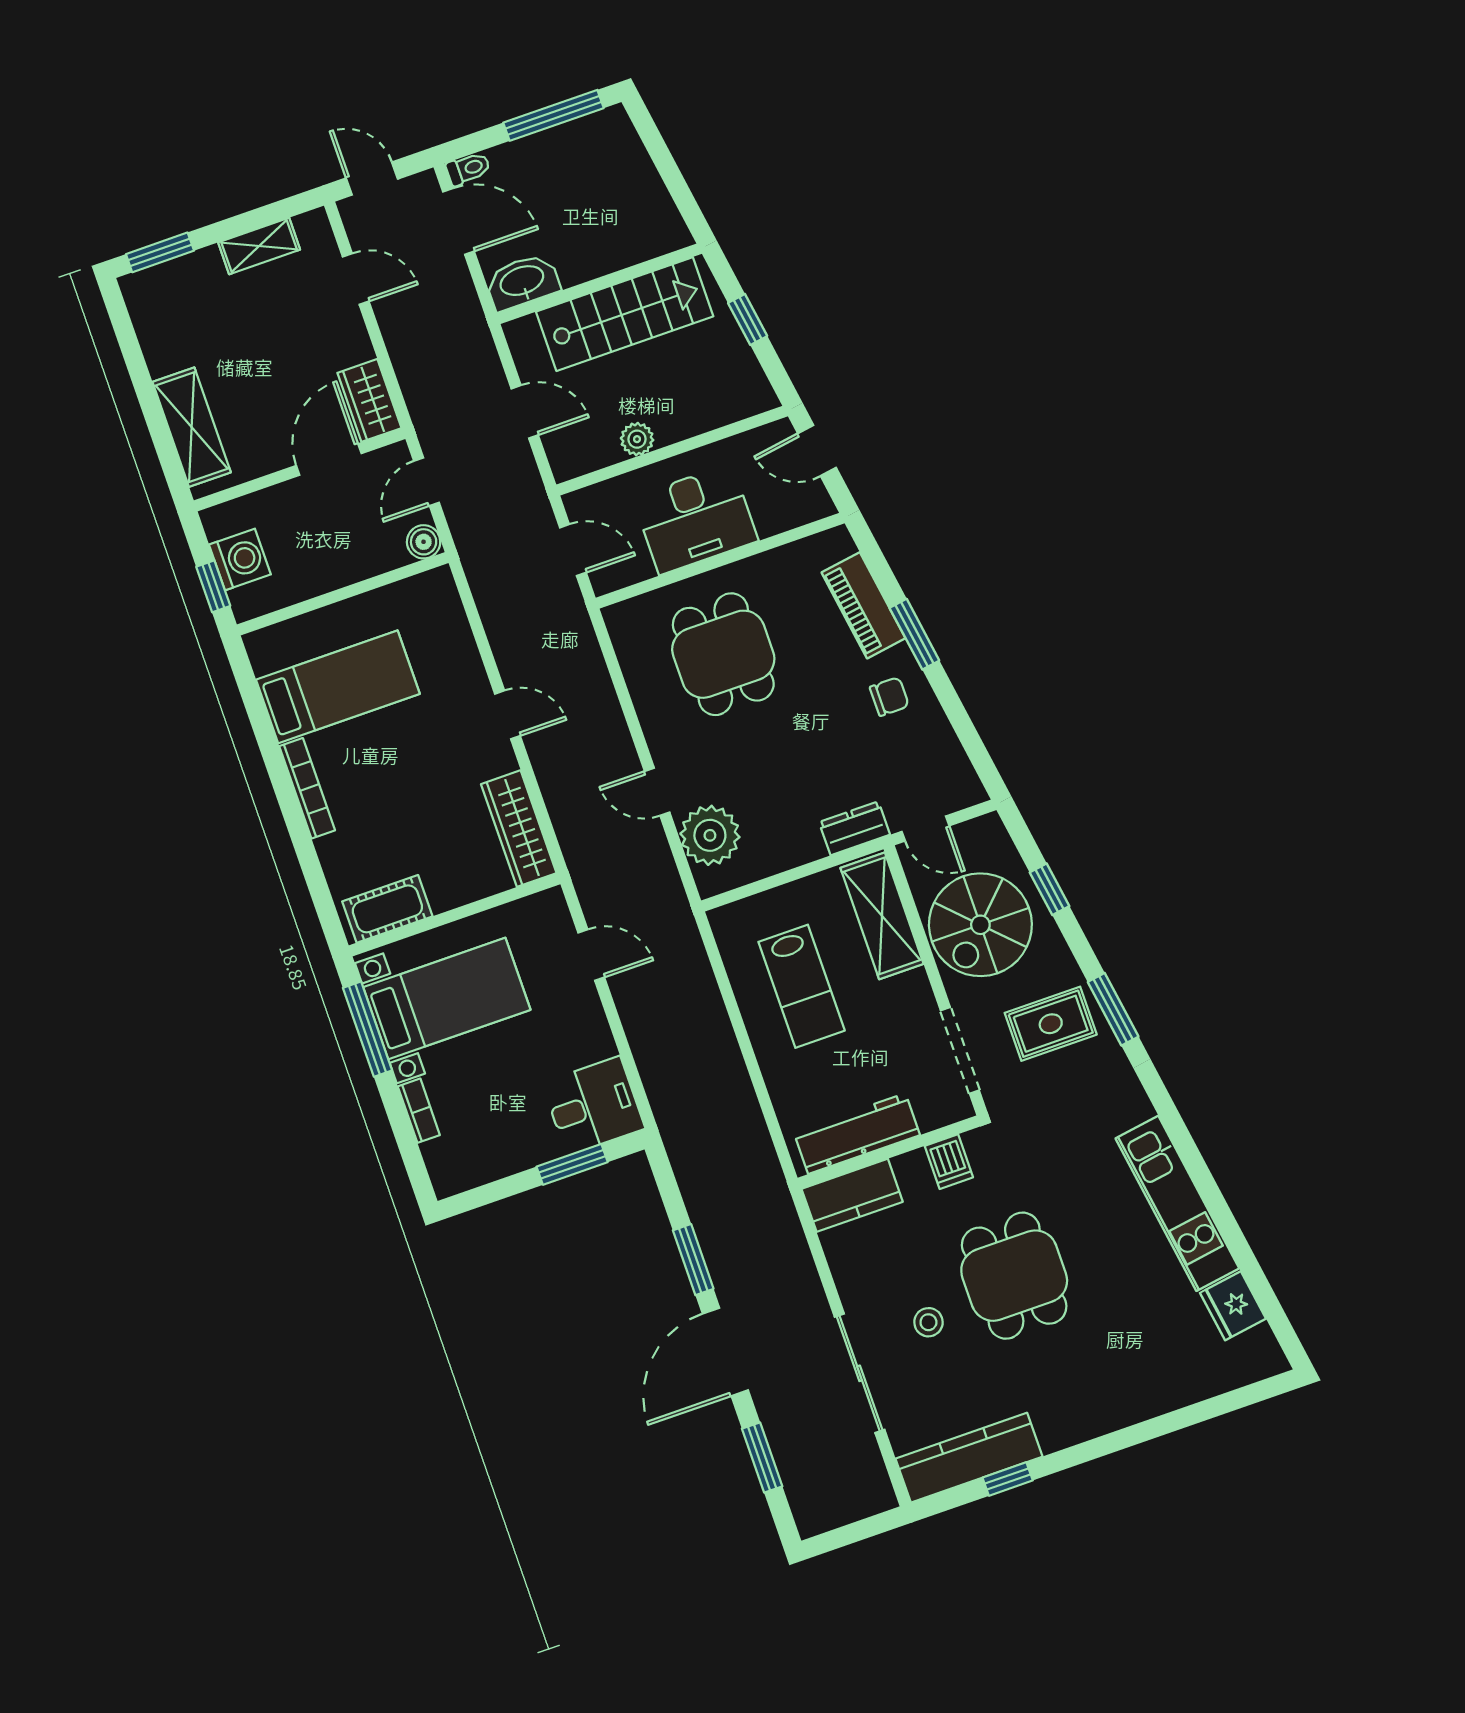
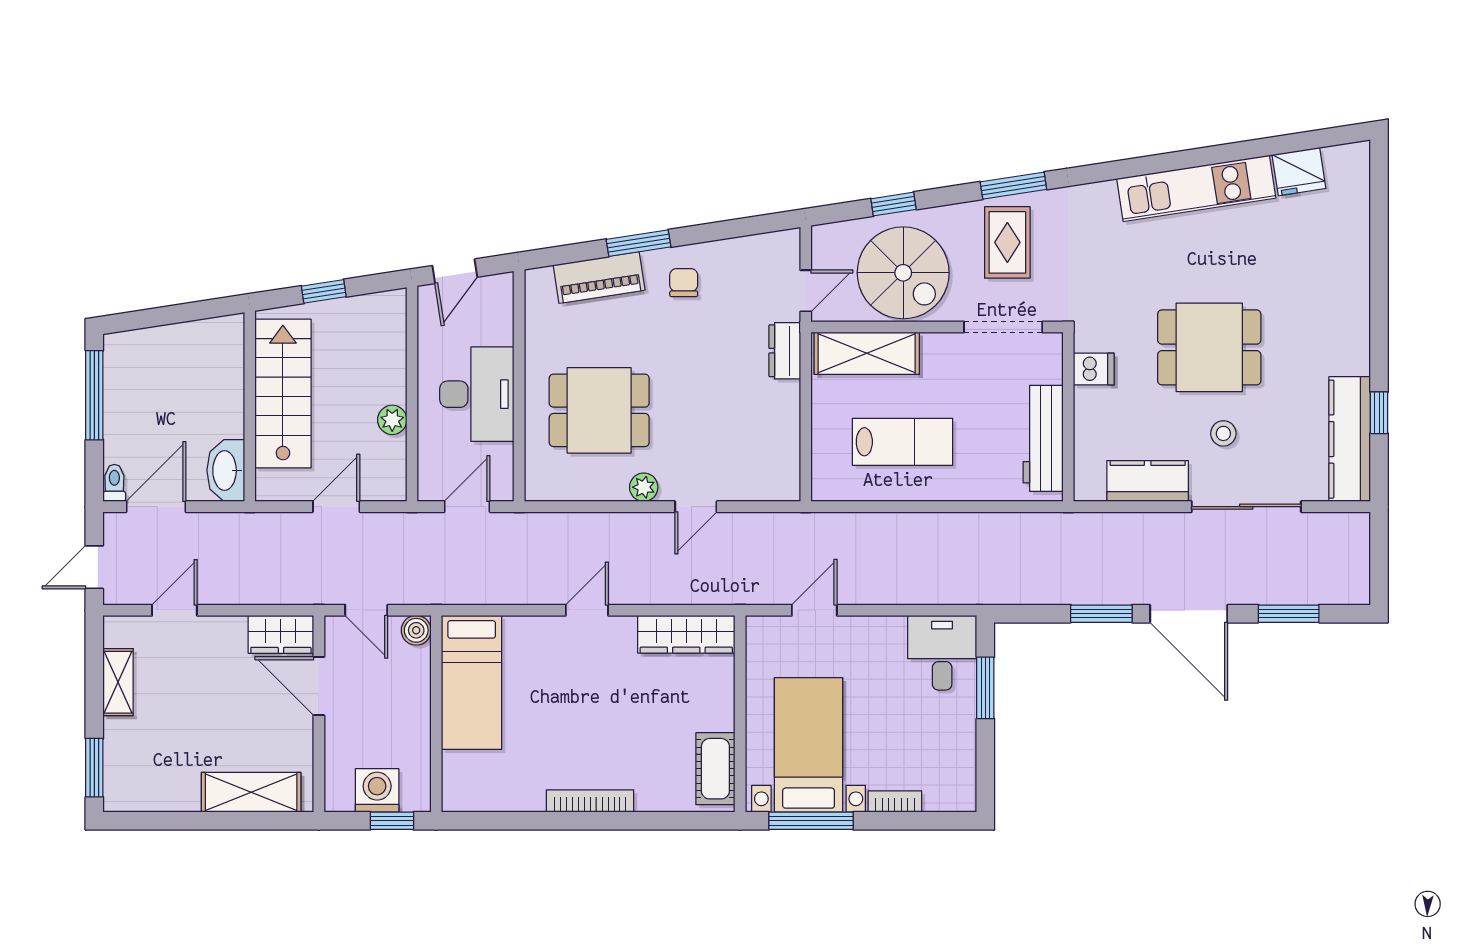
bed: (338, 687) -> (472, 682), moved, turned 180
plant: (710, 835) -> (644, 487), moved, width x0.53, depth x0.53
kitchen counter: (852, 1195) -> (1148, 481), moved, turned -90

